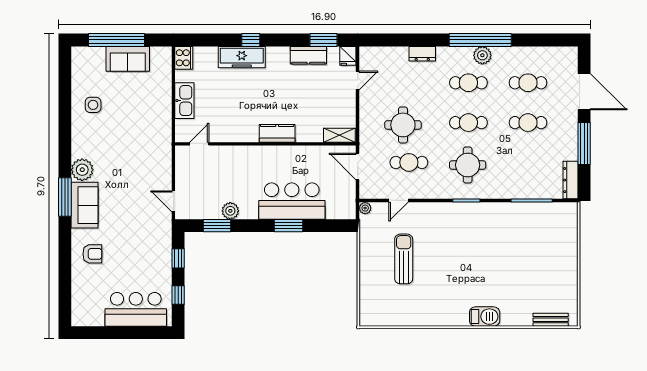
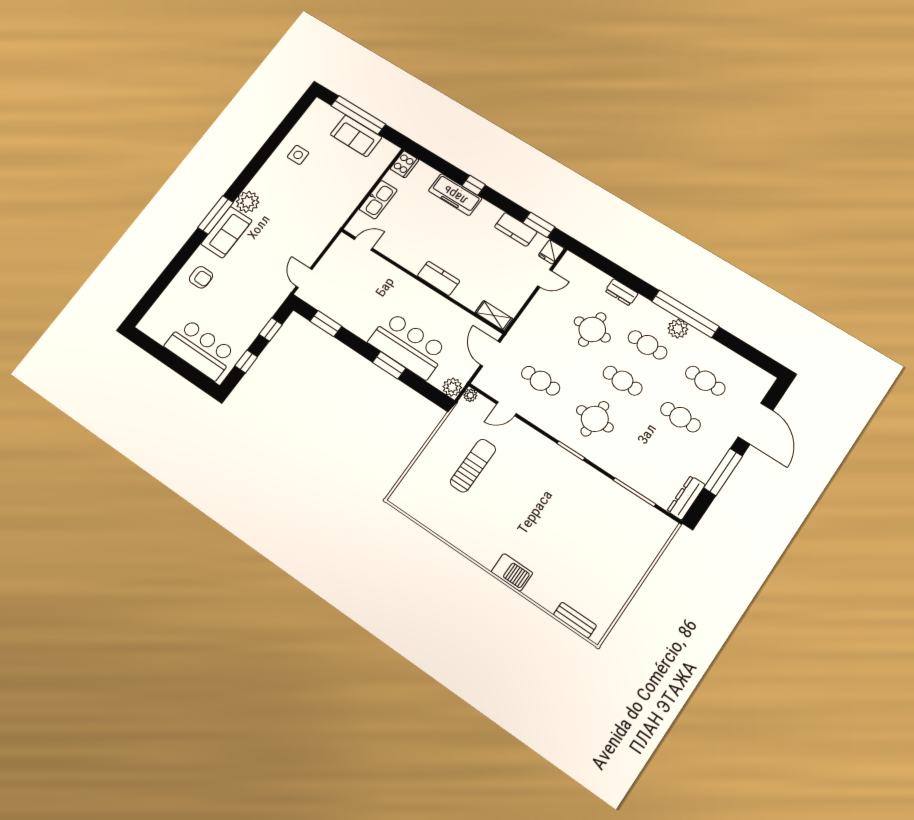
round table: (403, 125) -> (592, 329), moved
plant: (230, 211) -> (452, 387), moved

